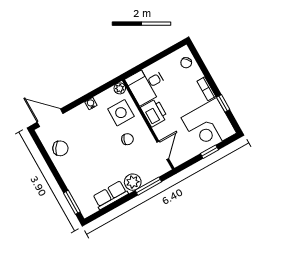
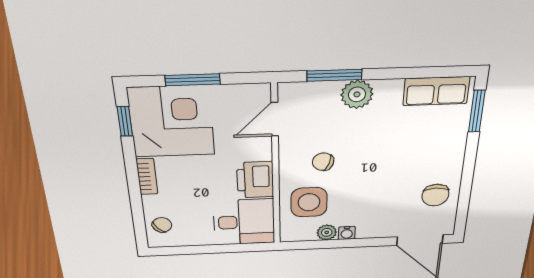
plant: (120, 88) -> (327, 232), moved
window: (223, 103) -> (125, 121), moved
chair: (60, 148) -> (435, 195), turned -123
window: (209, 152) -> (193, 80), width x1.50
row of seats: (110, 195) -> (436, 91), moved

